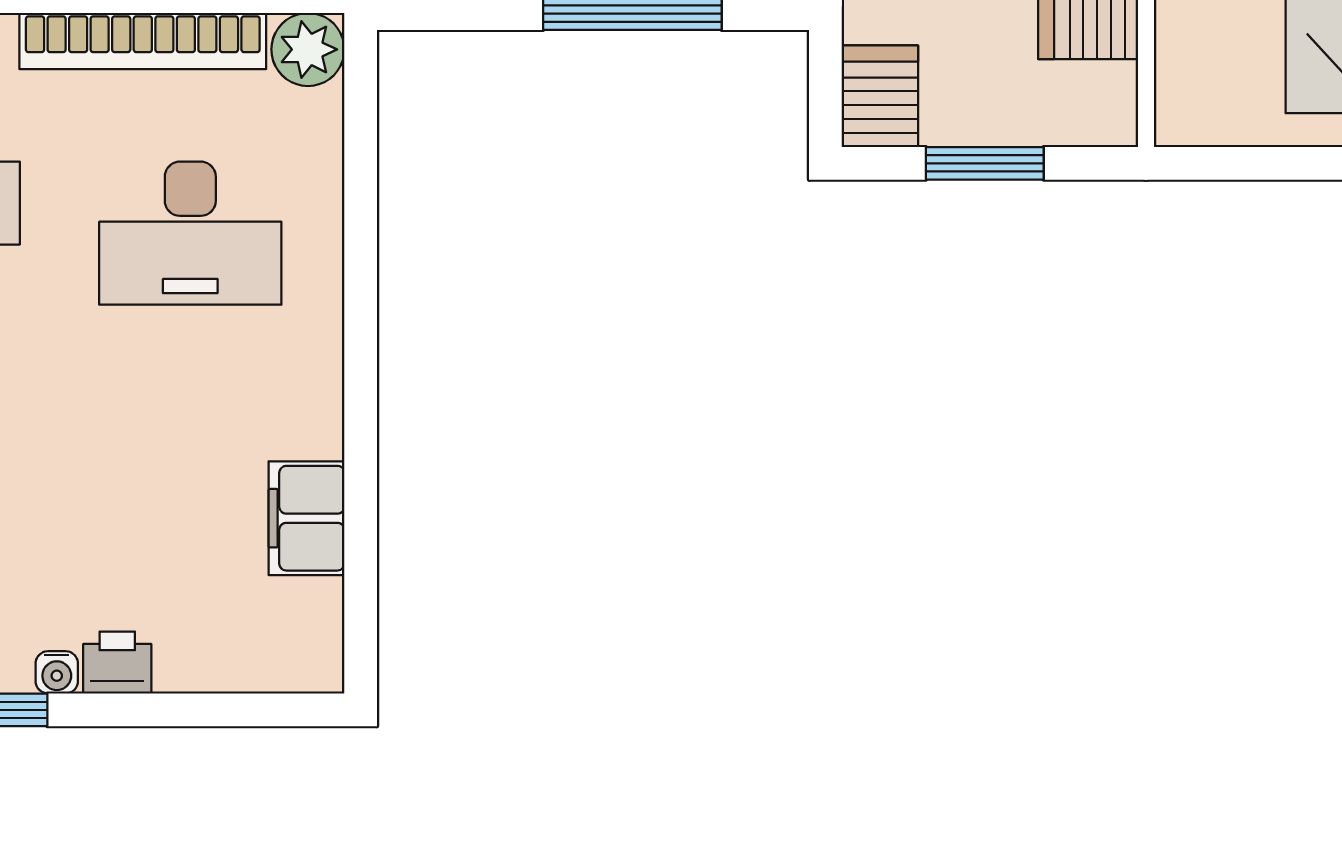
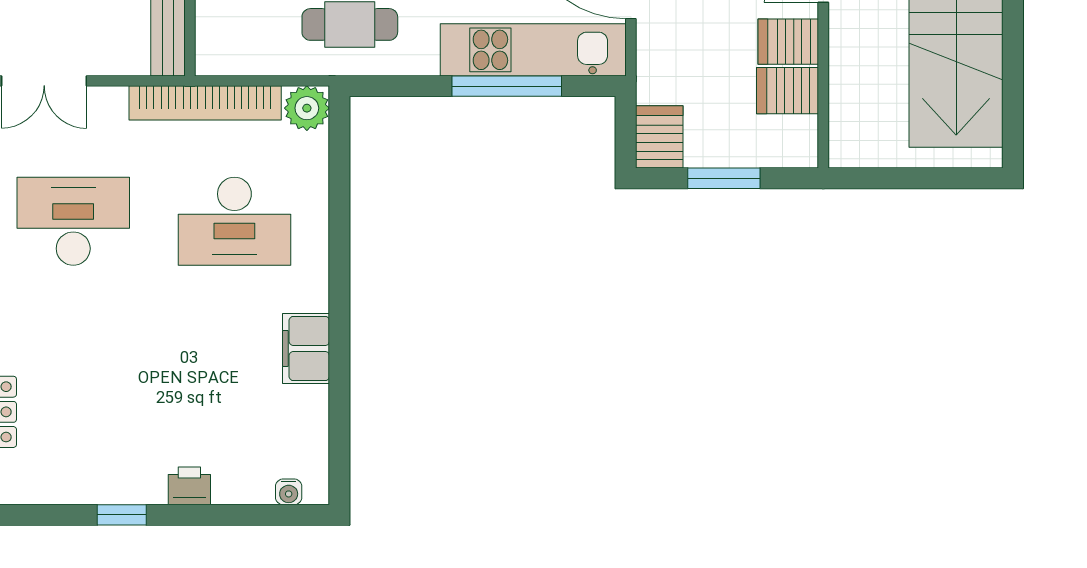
filing cabinet: (307, 518) -> (306, 348), moved
water cooler: (57, 672) -> (289, 492), moved

